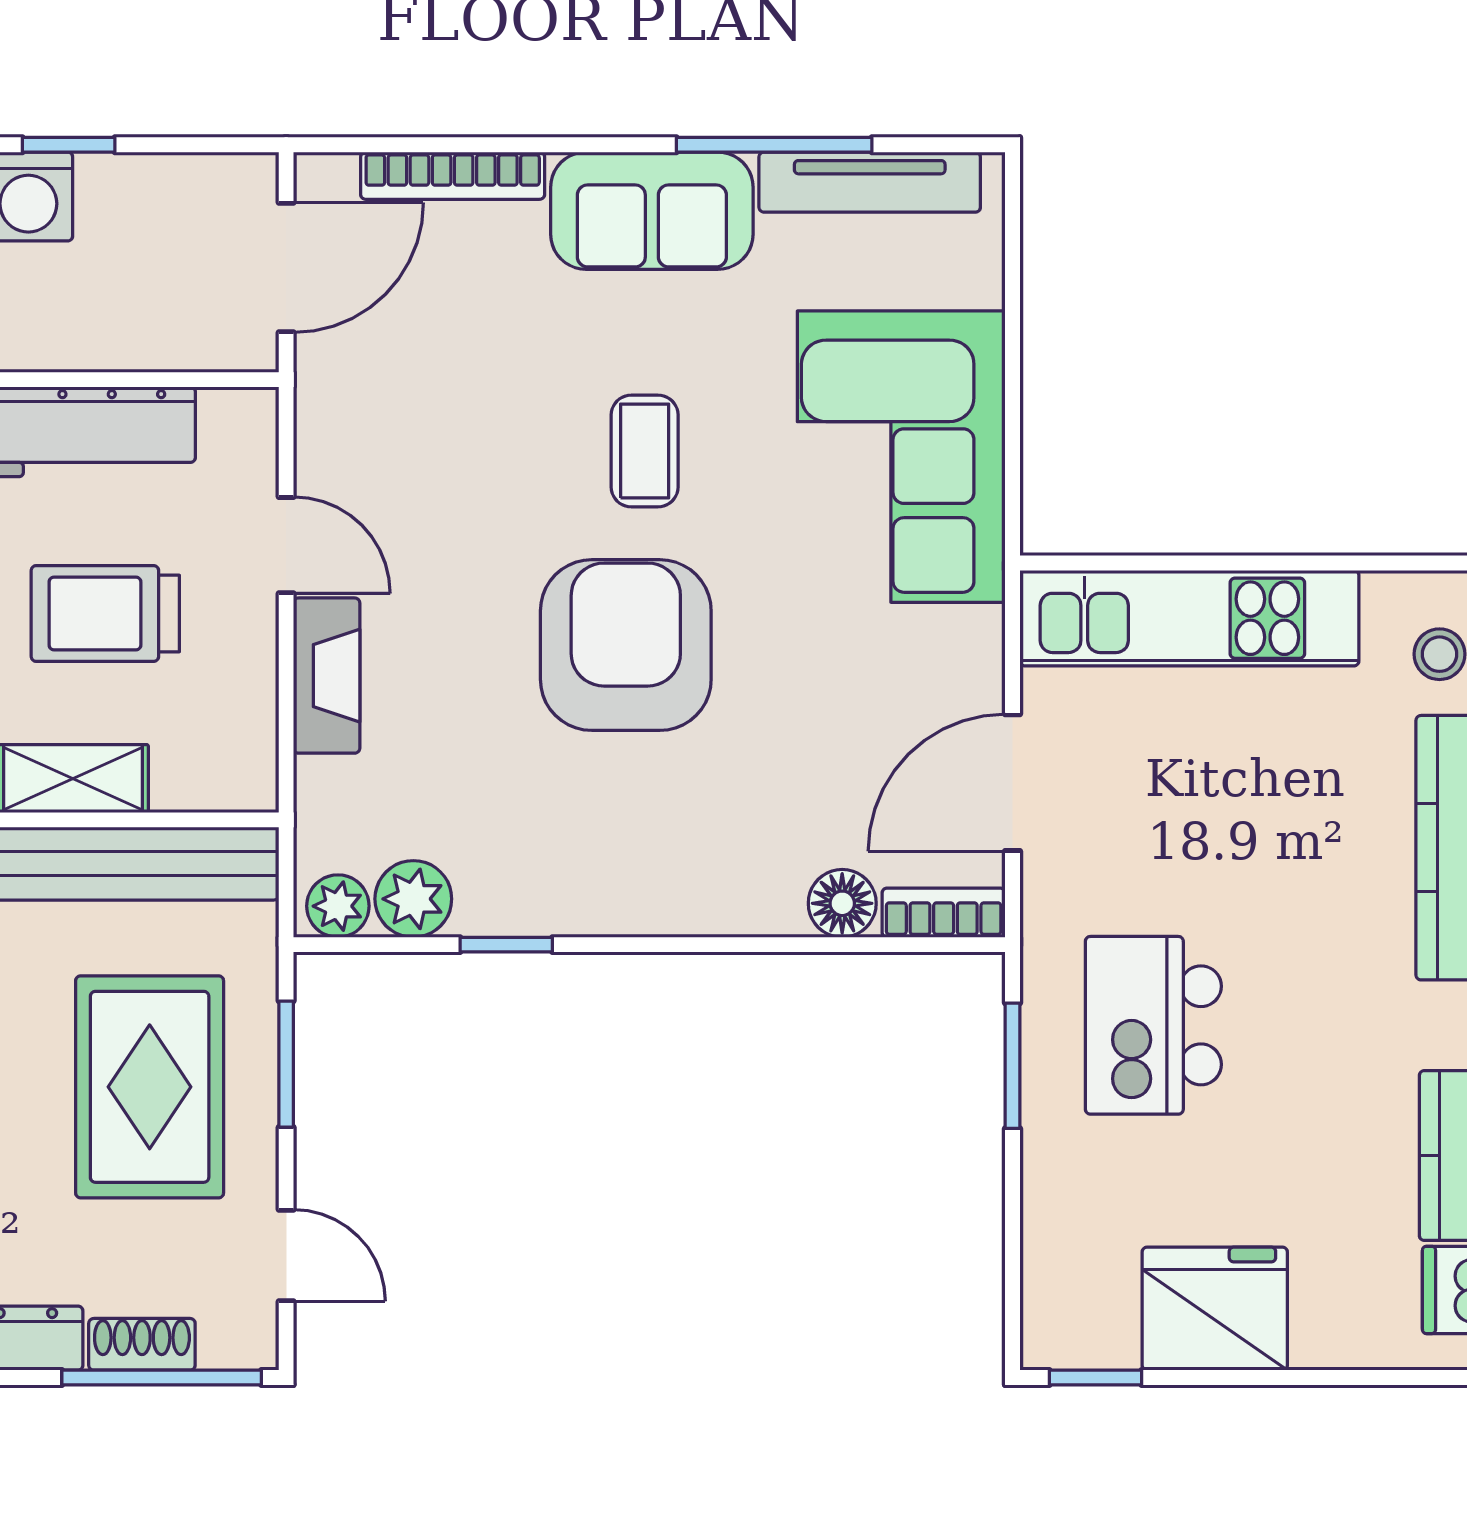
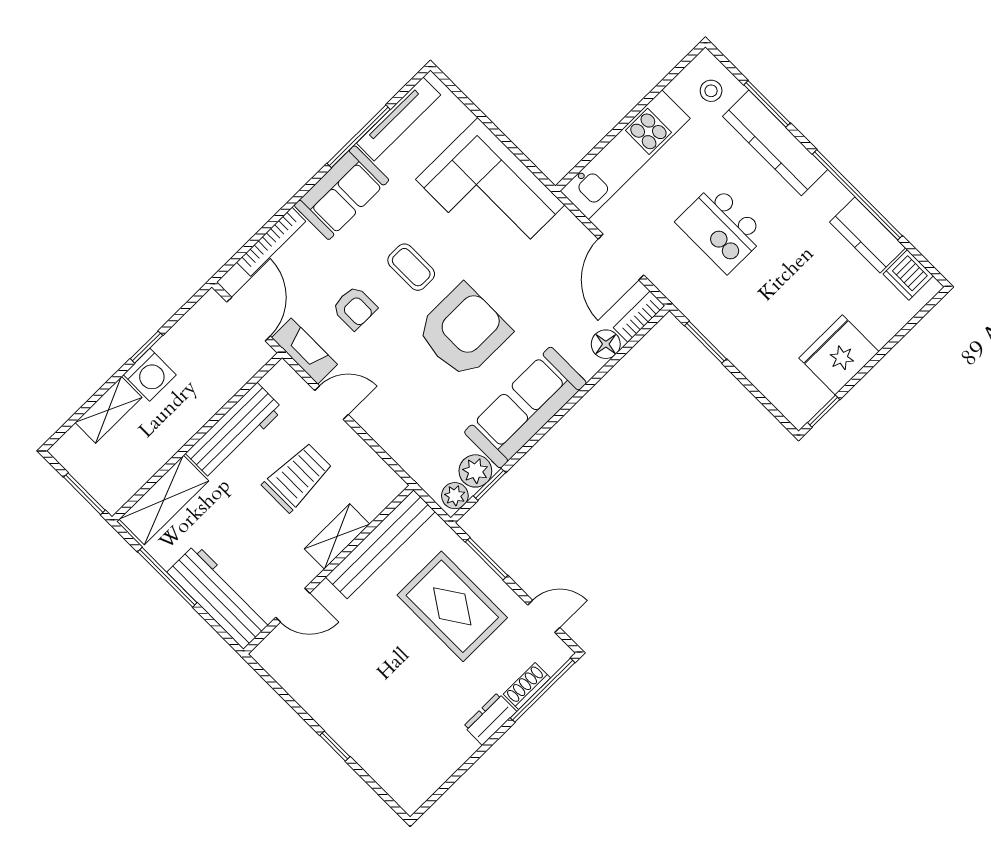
armchair: (482, 425) -> (355, 308), added
trolley: (105, 613) -> (297, 477), turned 180
armchair: (626, 645) -> (463, 331), turned 90
fireplace: (327, 676) -> (304, 351), moved
sofa: (602, 876) -> (525, 408), added
window: (506, 945) -> (489, 484), moved
kitchen island: (1153, 1025) -> (721, 228), moved

